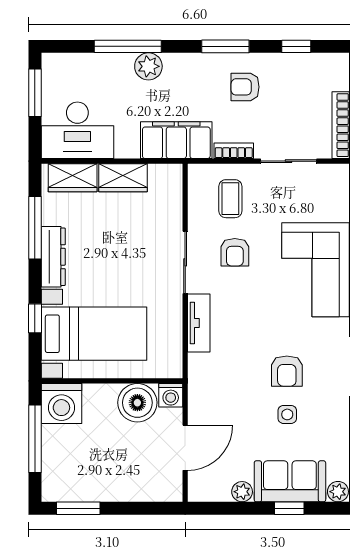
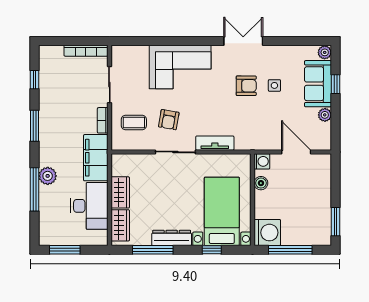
armchair: (245, 87) -> (61, 113), removed
desk: (77, 130) -> (89, 206), moved
armchair: (235, 252) -> (169, 120), turned 100
boiler: (137, 403) -> (261, 183), width x0.54, depth x0.54

